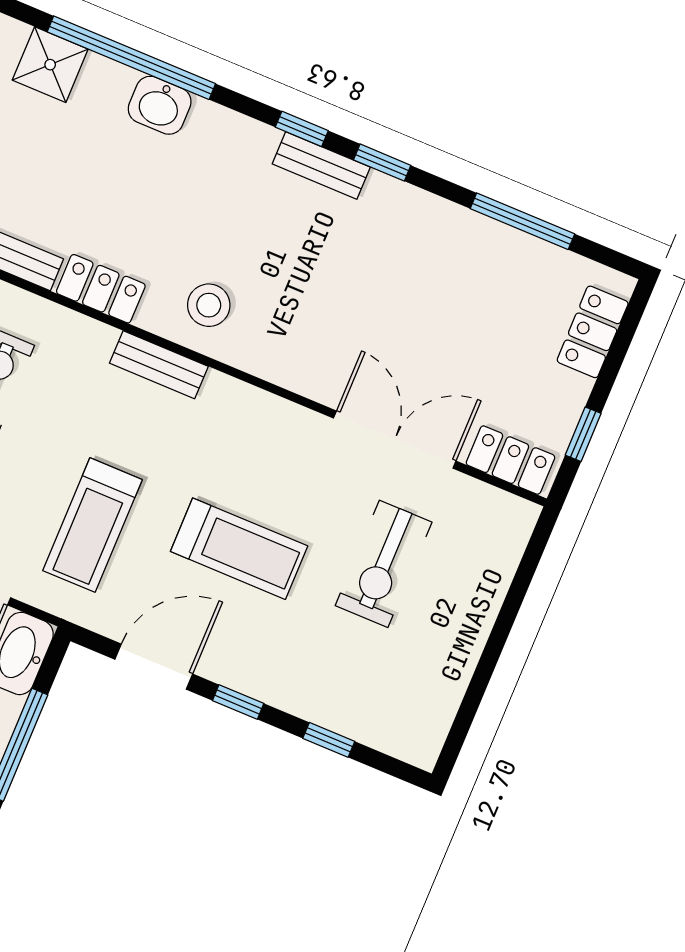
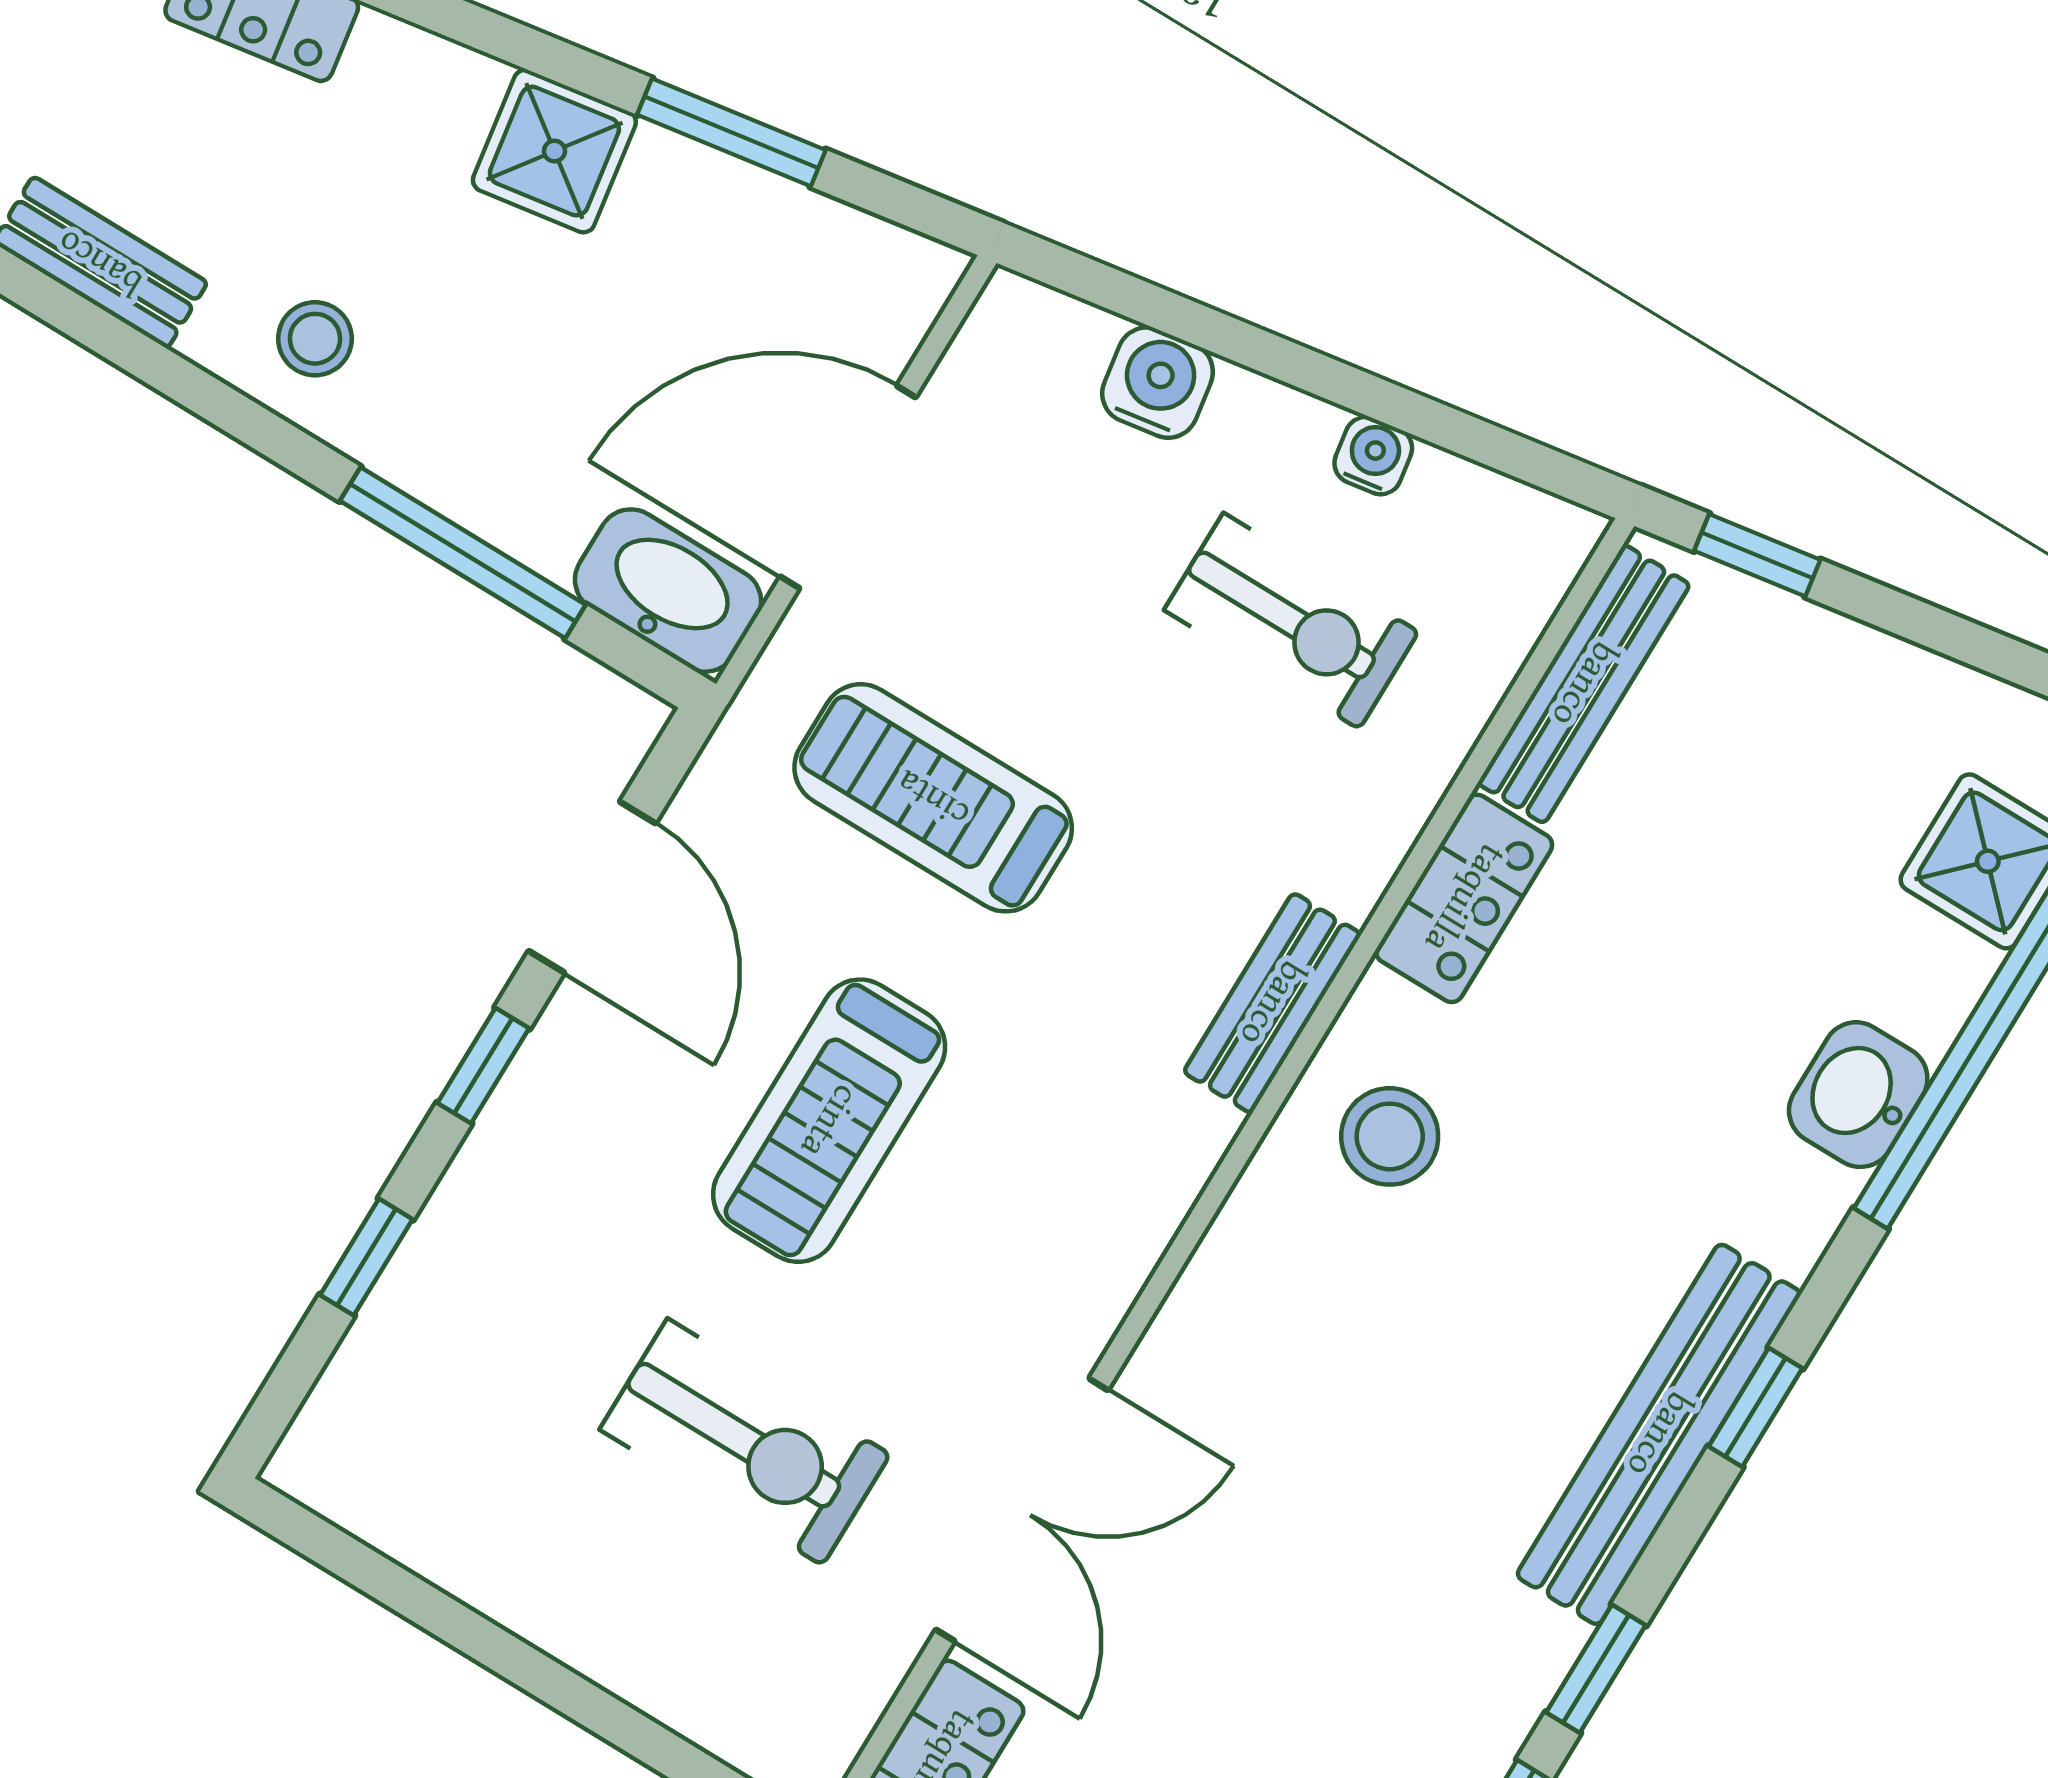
window: (382, 163) -> (1596, 1669), moved
bench: (321, 166) -> (1659, 1434), width x1.86, depth x1.21
exercise bike: (384, 564) -> (745, 1442), turned 180

